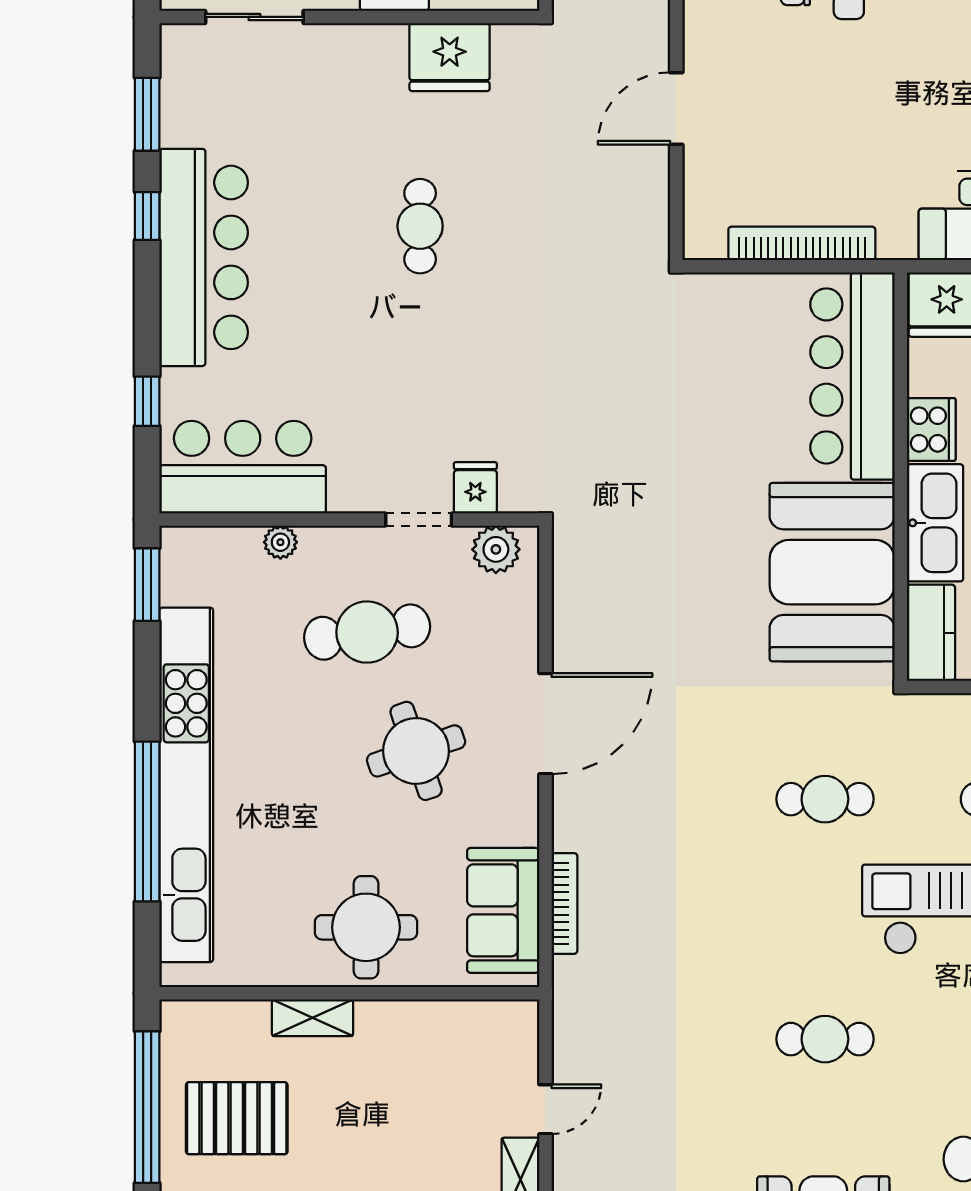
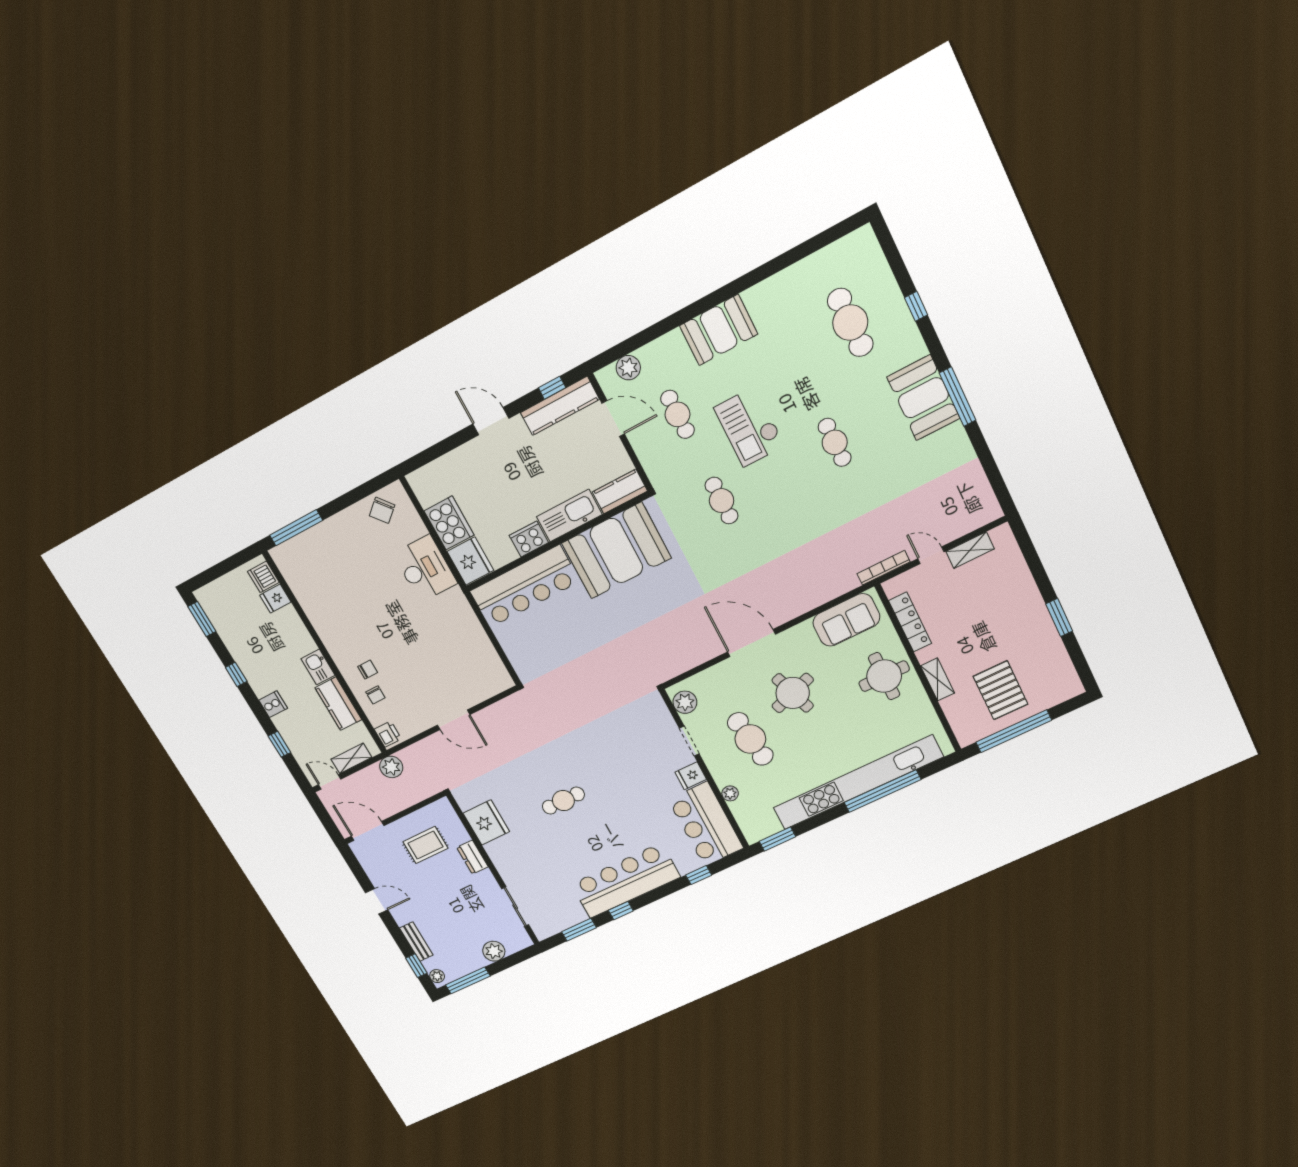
bookcase: (802, 243) -> (480, 638), removed
fridge: (475, 488) -> (691, 776), moved
bookcase: (564, 903) -> (883, 568), moved
locker: (443, 1019) -> (910, 622), added

